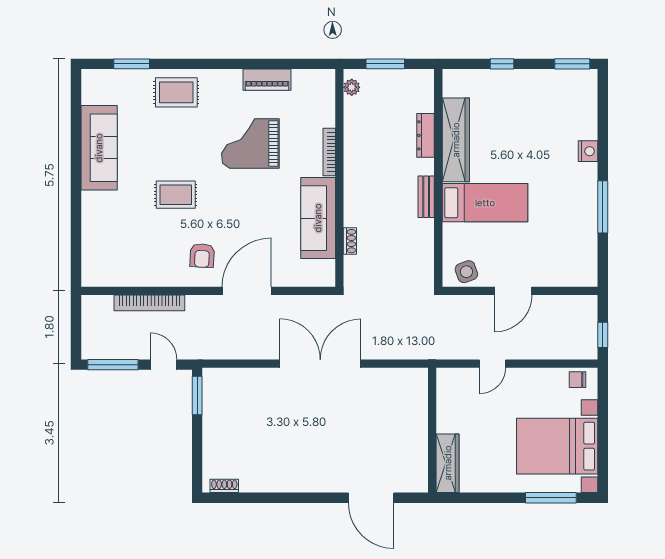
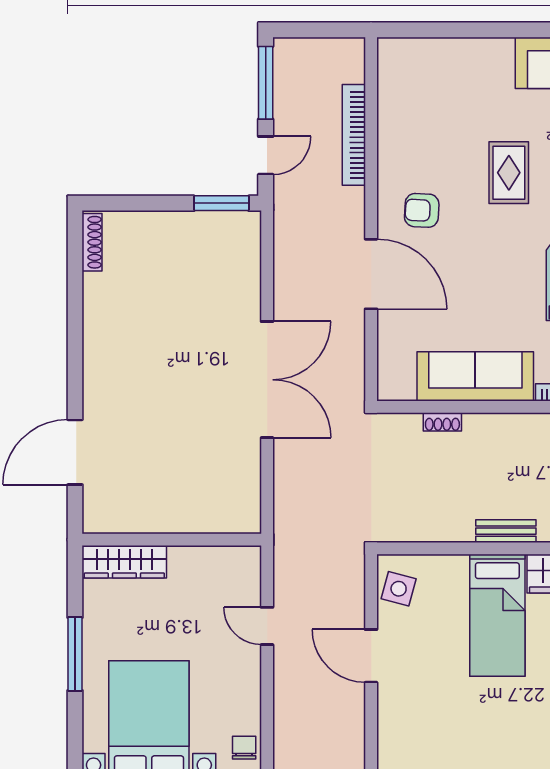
side table: (466, 272) -> (399, 589), turned 35
shoe rack: (224, 486) -> (92, 242), width x1.43
window: (551, 498) -> (75, 654), moved

